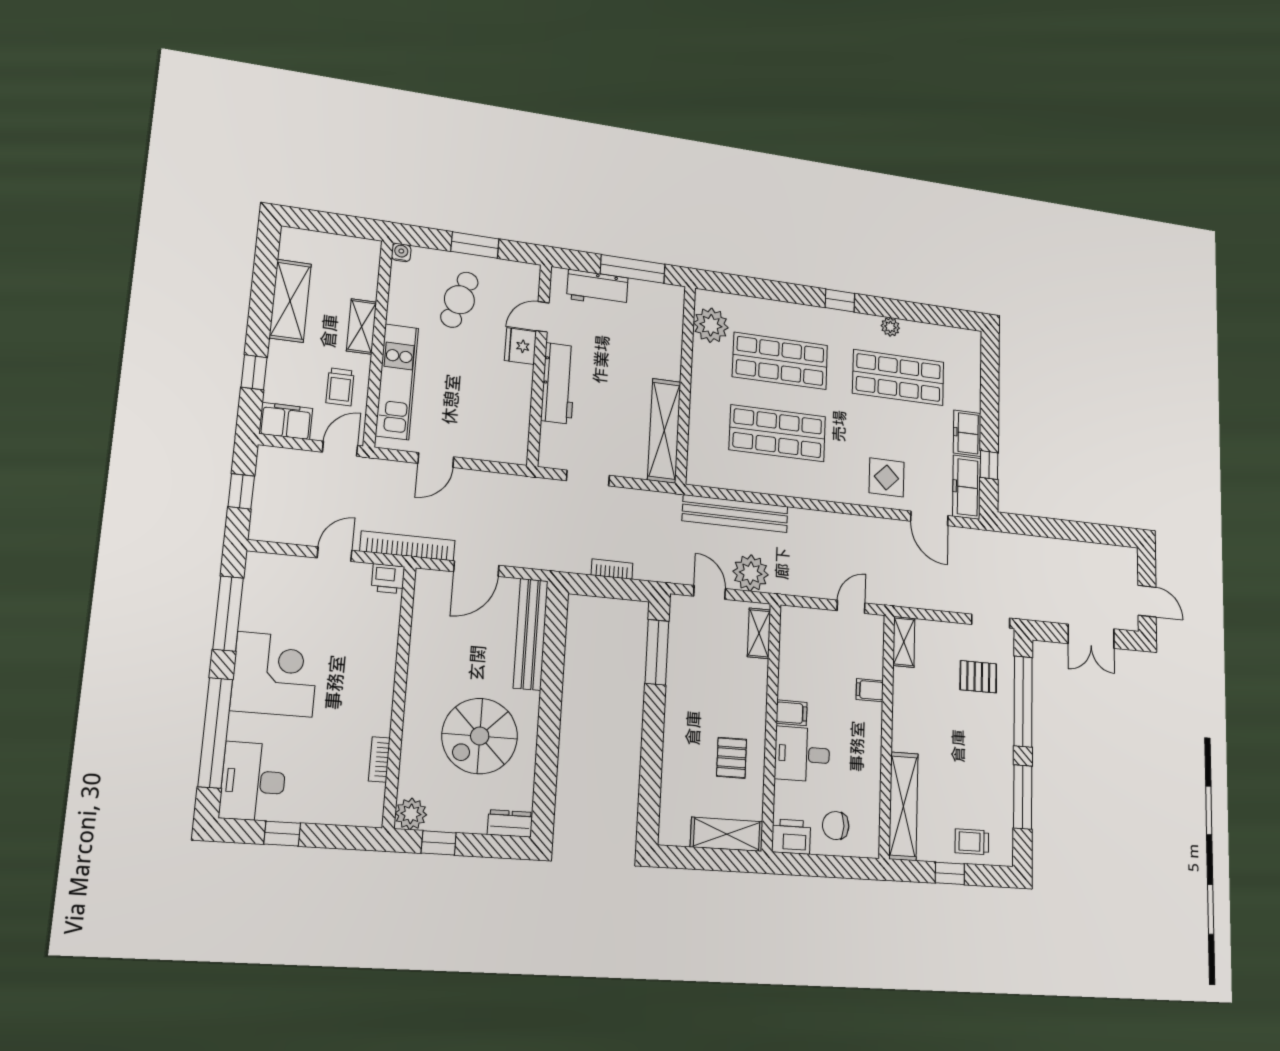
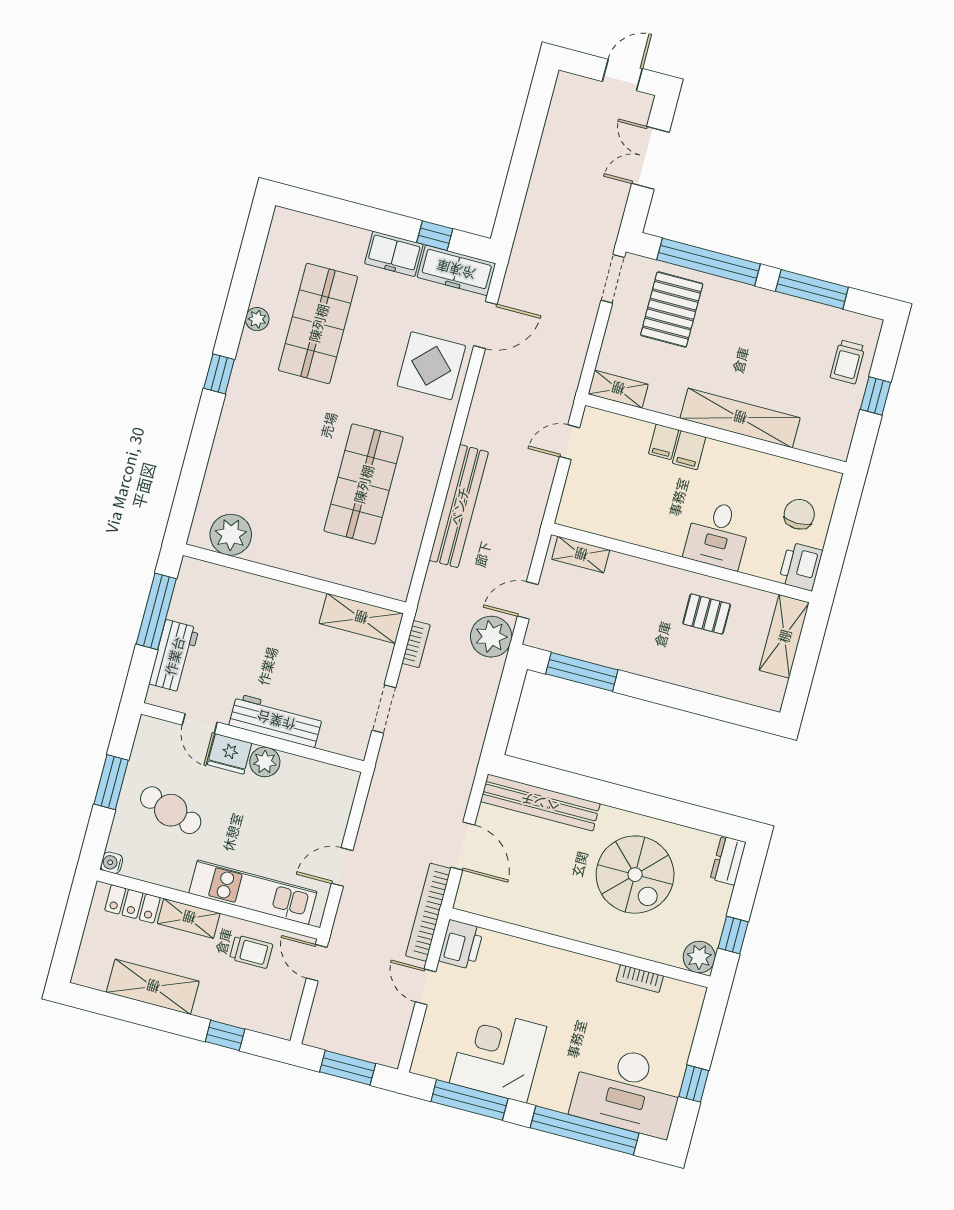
locker: (366, 275) -> (132, 904), added
shop shelf: (780, 361) -> (281, 462), removed
plant: (519, 378) -> (265, 762), added
filing cabinet: (286, 421) -> (280, 1012), removed
shelving: (664, 431) -> (361, 618), width x0.68
door: (436, 460) -> (342, 867), swing flipped
display table: (886, 477) -> (431, 366), width x1.36, depth x1.36
window: (241, 491) -> (348, 1068), width x1.50
bench: (735, 514) -> (459, 506), moved
bookcase: (612, 569) -> (416, 644), moved, turned 180
plant: (751, 573) -> (491, 637), moved
printer: (388, 579) -> (461, 945), width x1.36, depth x1.24
door: (851, 607) -> (570, 442), hinge flipped
double door: (1091, 636) -> (650, 158), swing flipped
corner desk: (275, 674) -> (498, 1055), moved
pallet: (978, 677) -> (672, 309), width x1.50, depth x1.42
filing cabinet: (792, 713) -> (689, 450), moved, turned 180
desk: (253, 781) -> (627, 1090), width x1.36, depth x1.30
shelving: (903, 806) -> (740, 418), moved
chair: (836, 826) -> (799, 514), turned 180

